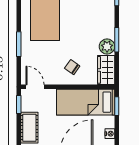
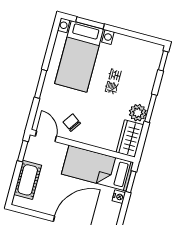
chair: (72, 67) -> (72, 123), moved
nightstand: (110, 134) -> (119, 197), moved

